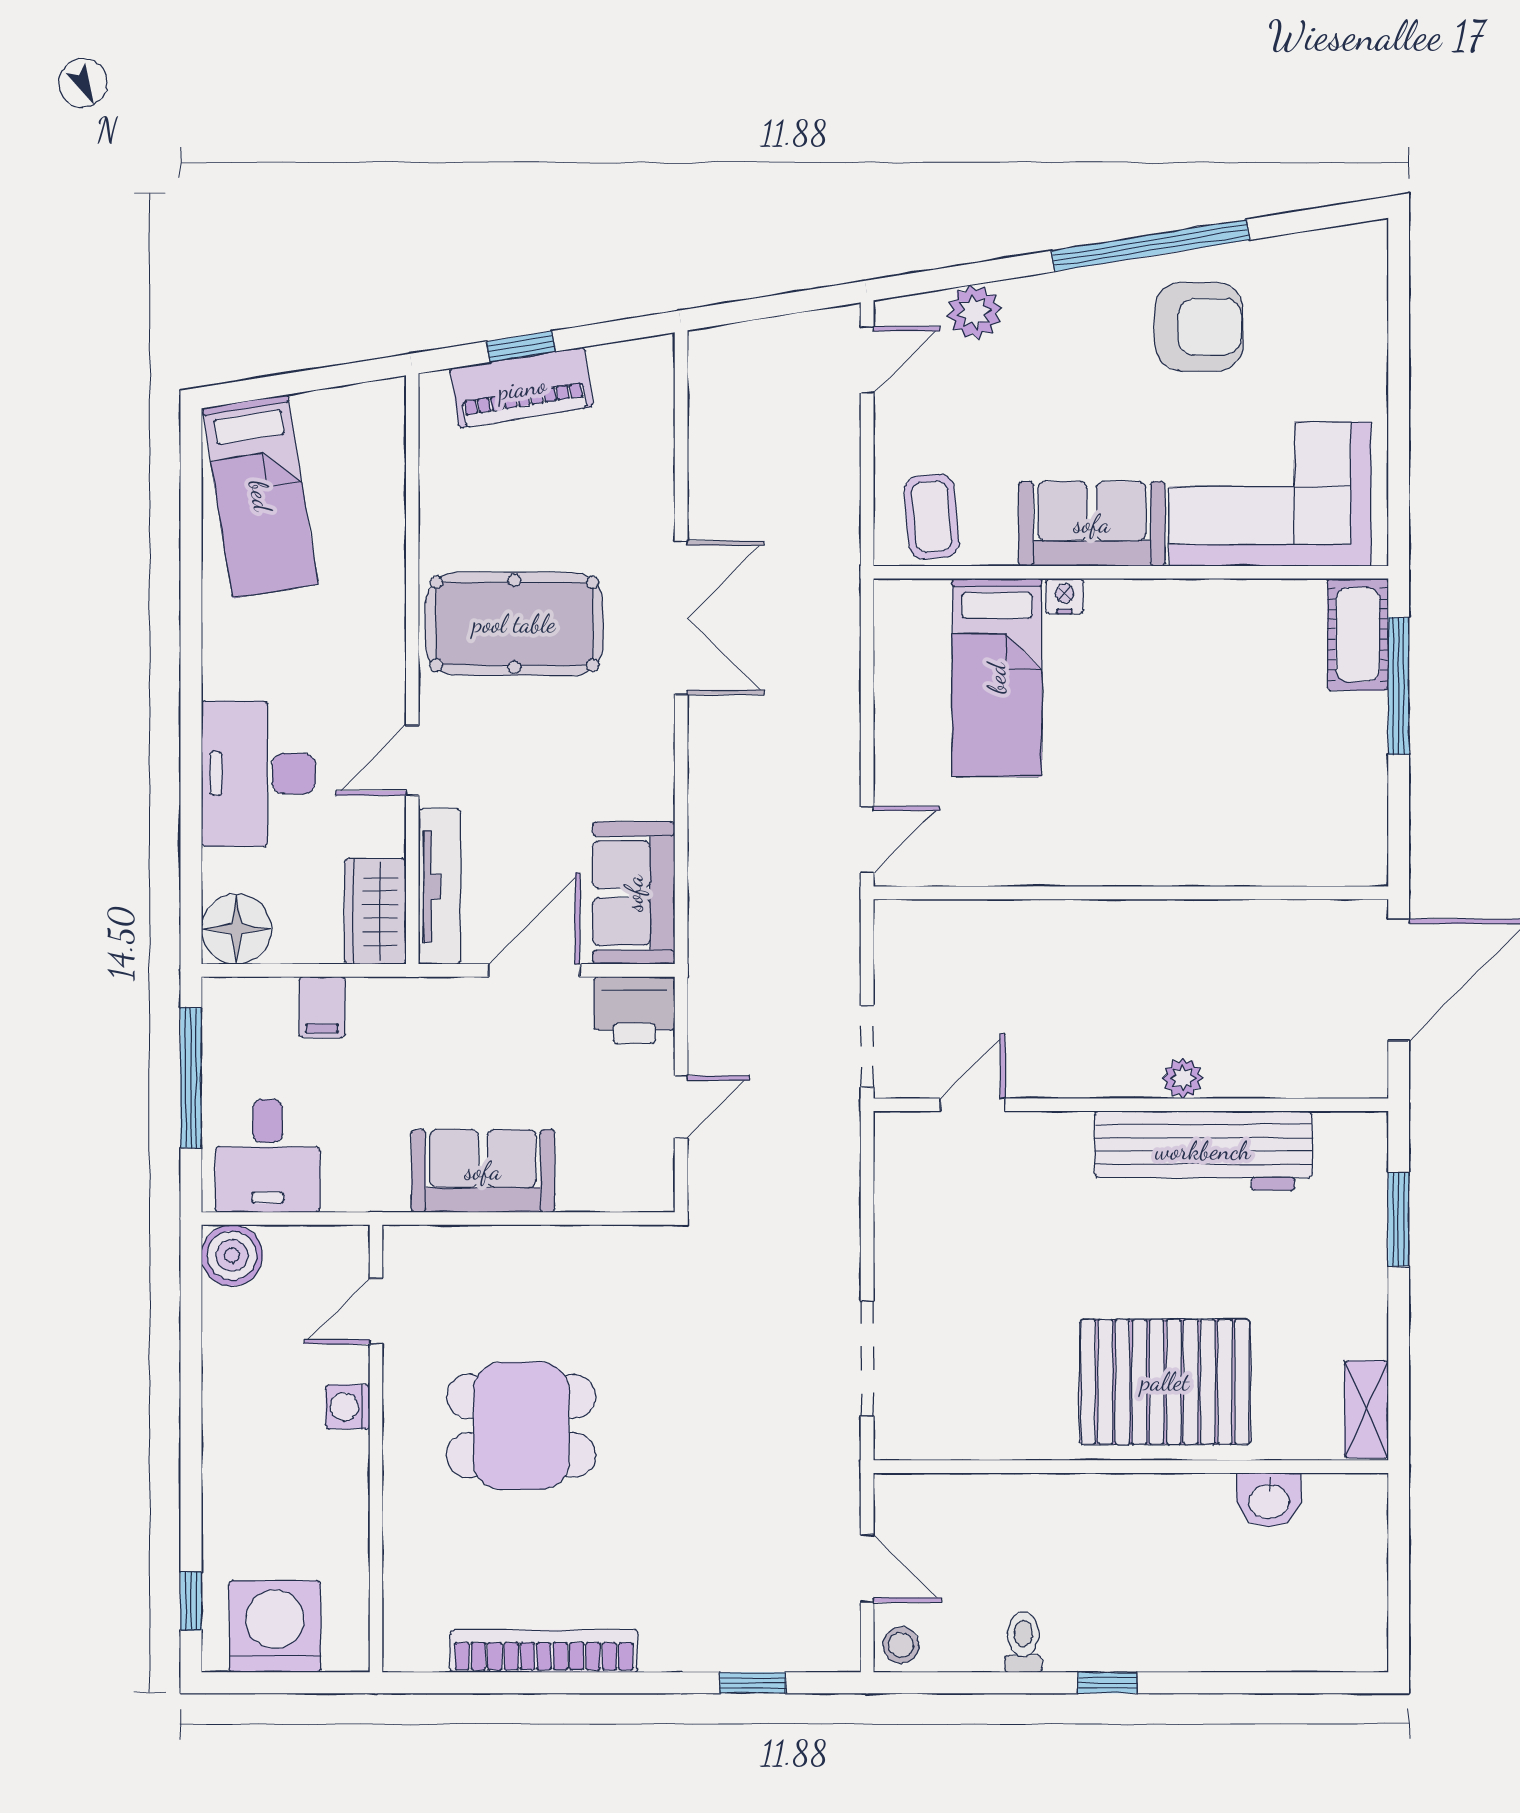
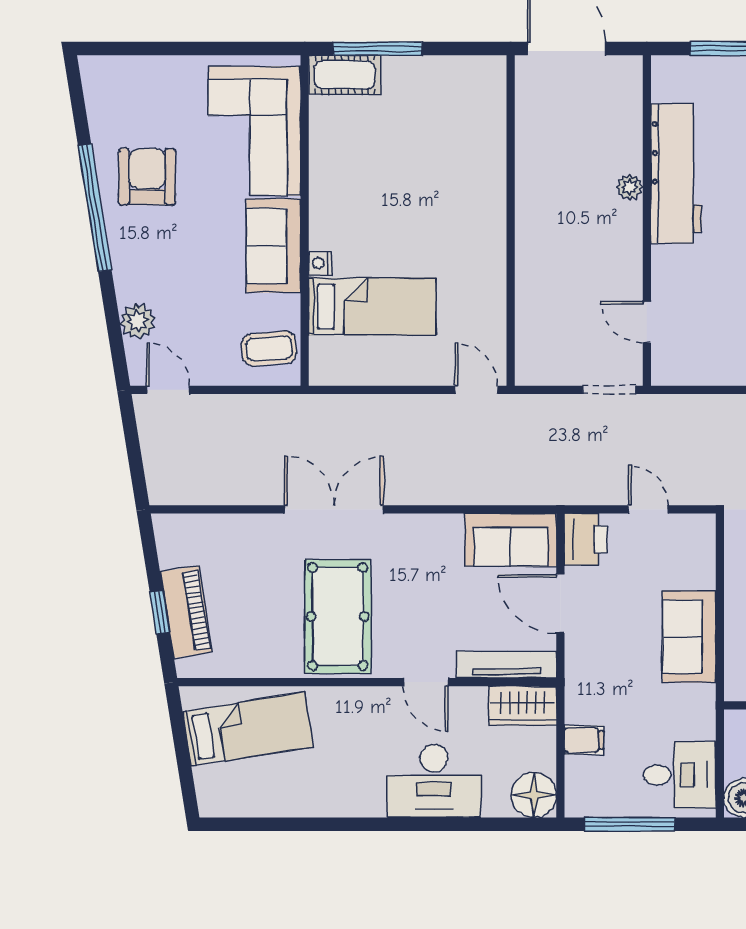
bed: (260, 496) -> (248, 729), moved

